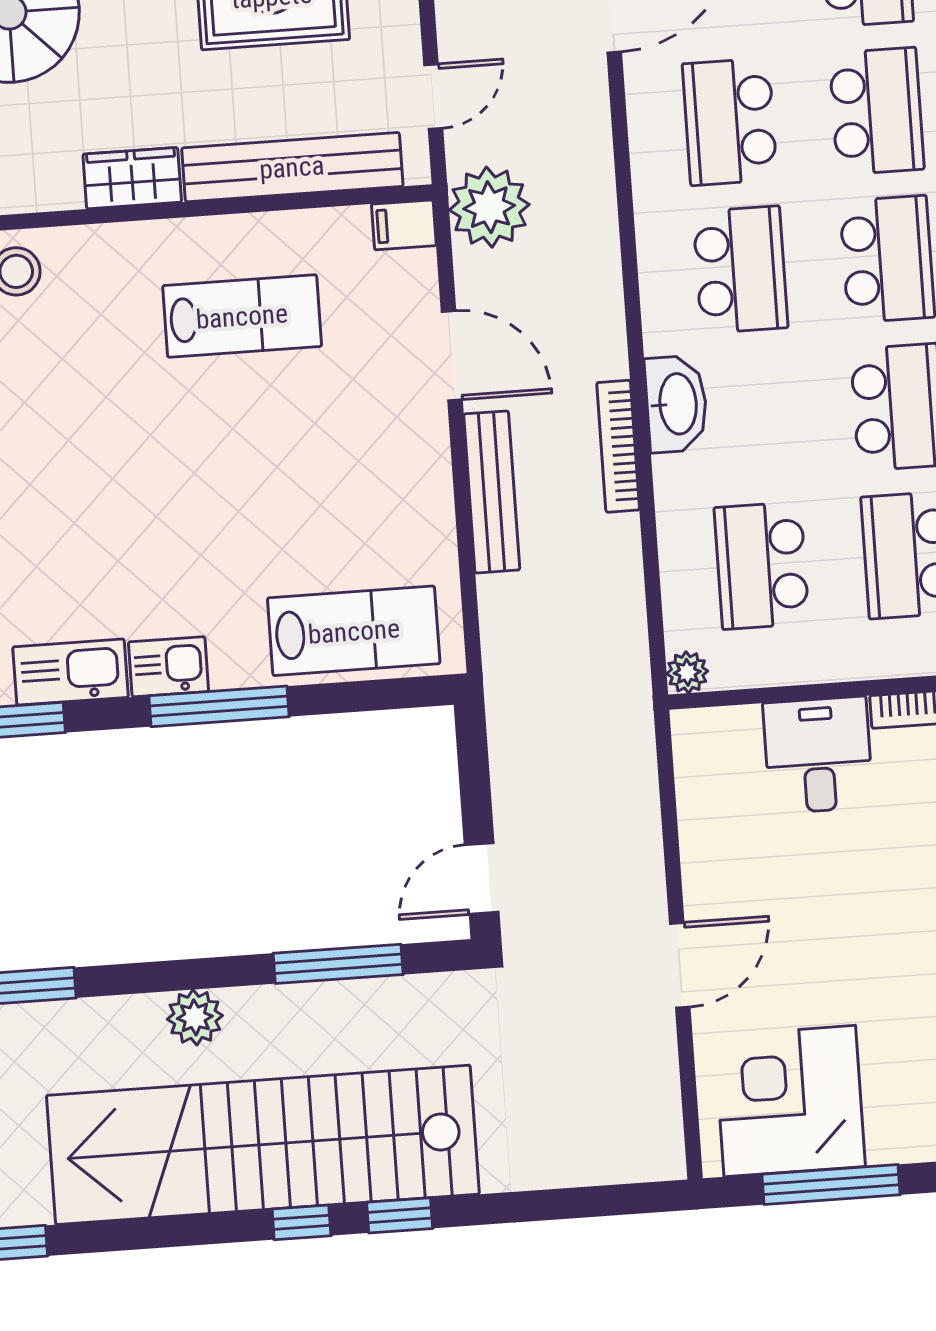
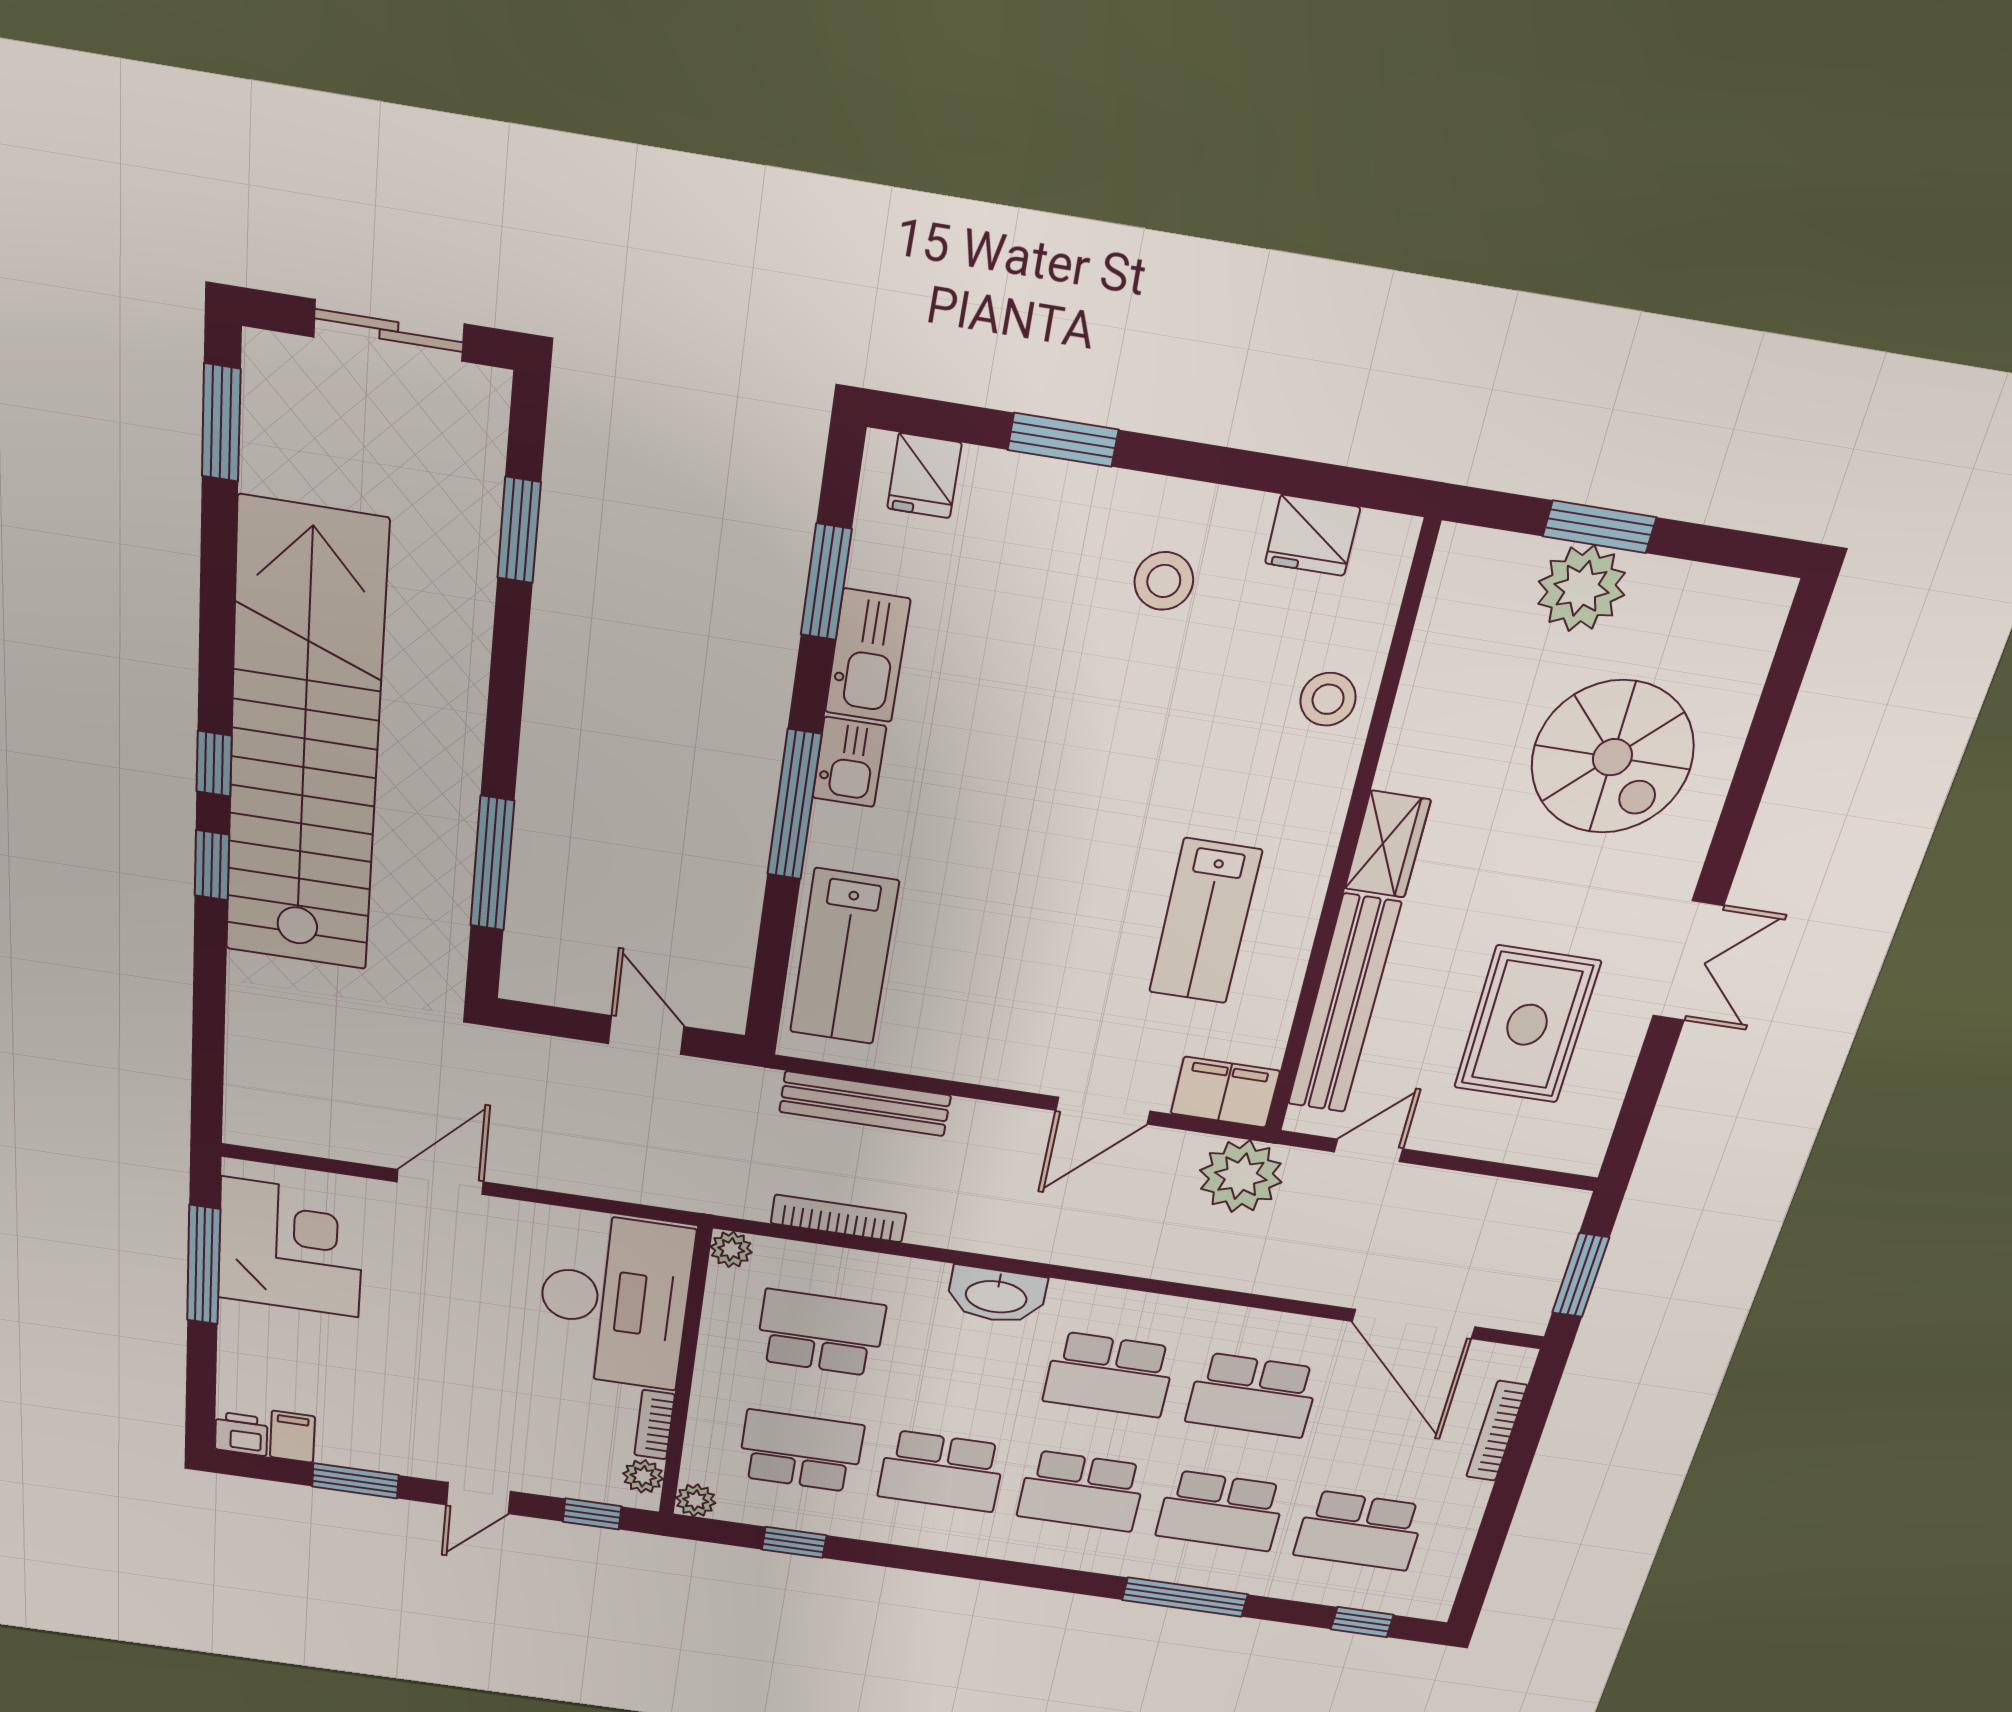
door: (433, 96) -> (1369, 1150), swing flipped
school desk: (730, 122) -> (1253, 1395), turned 180
filing cabinet: (404, 225) -> (1225, 1092), width x2.00
bookcase: (618, 446) -> (838, 1218), moved
bench: (492, 492) -> (865, 1104), moved
desk: (818, 755) -> (614, 1301), width x1.87, depth x1.30
door: (482, 879) -> (646, 1035), moved
door: (680, 965) -> (440, 1182), swing flipped
plant: (195, 1017) -> (456, 702), removed

